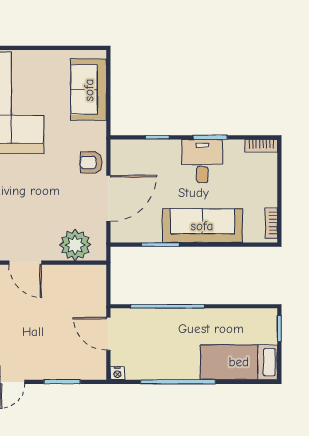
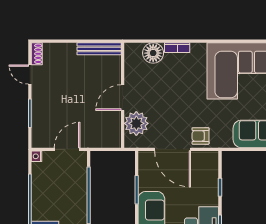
armchair: (91, 162) -> (201, 136), turned -90
door: (25, 263) -> (123, 98), moved

